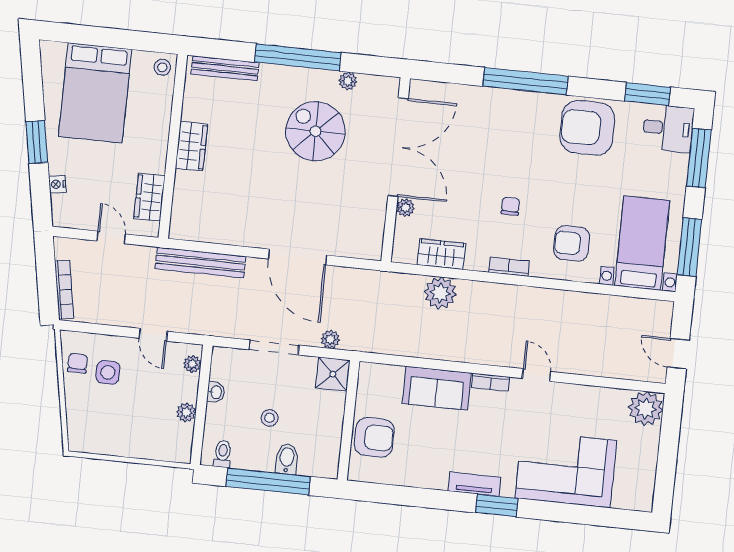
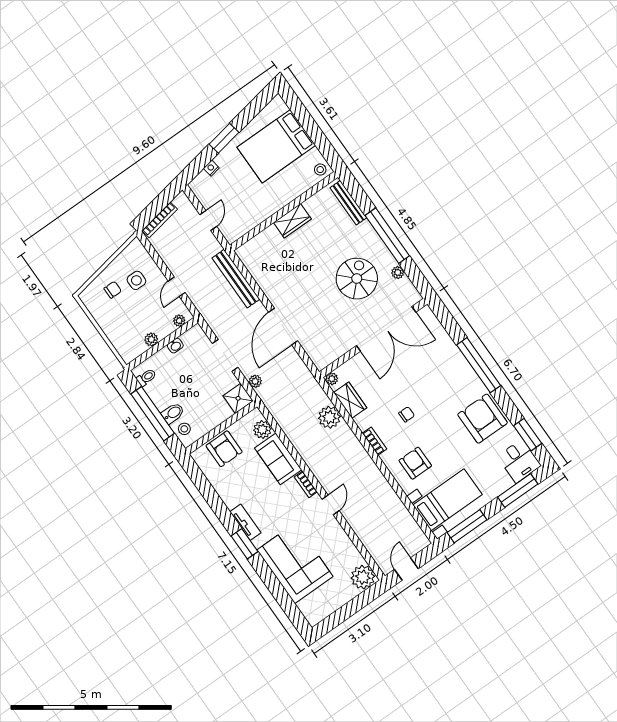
wardrobe: (149, 197) -> (247, 222), removed
plant: (405, 208) -> (332, 379), moved
chair: (78, 363) -> (113, 290), moved
plant: (390, 377) -> (262, 430), added
stool: (270, 418) -> (184, 429), moved

